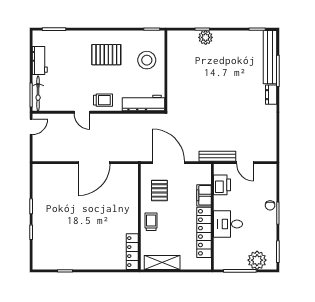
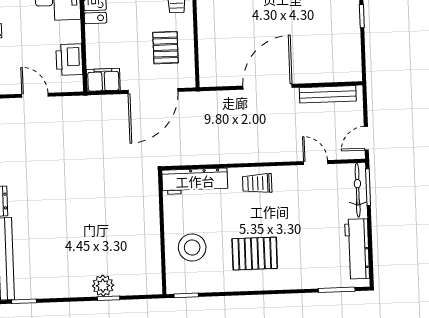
workbench: (40, 61) -> (357, 249), width x1.38
door: (82, 112) -> (316, 163), moved
bench: (217, 156) -> (328, 94), moved
door: (168, 163) -> (153, 91), hinge flipped
filing cabinet: (204, 195) -> (103, 80), moved, turned -90

